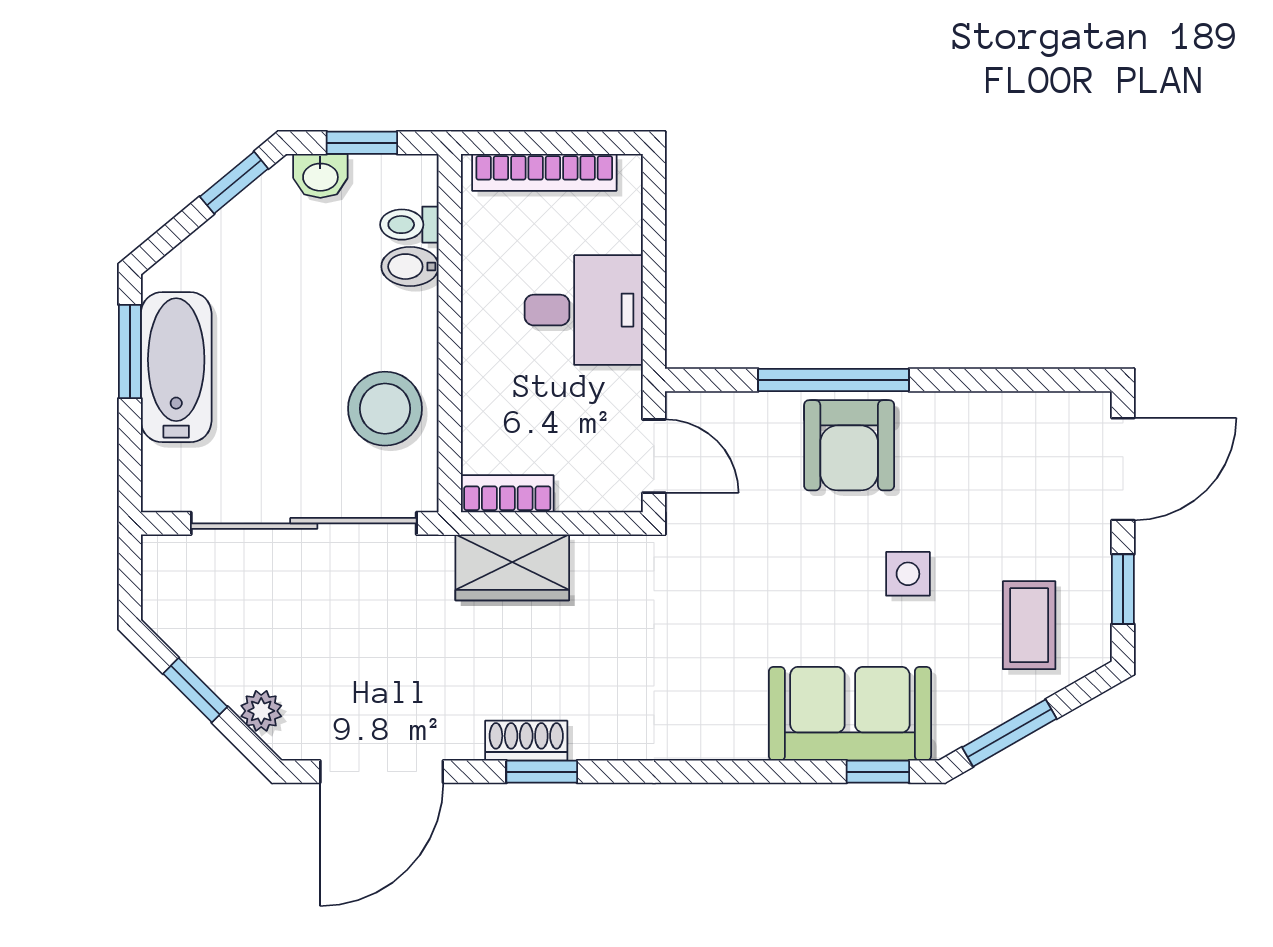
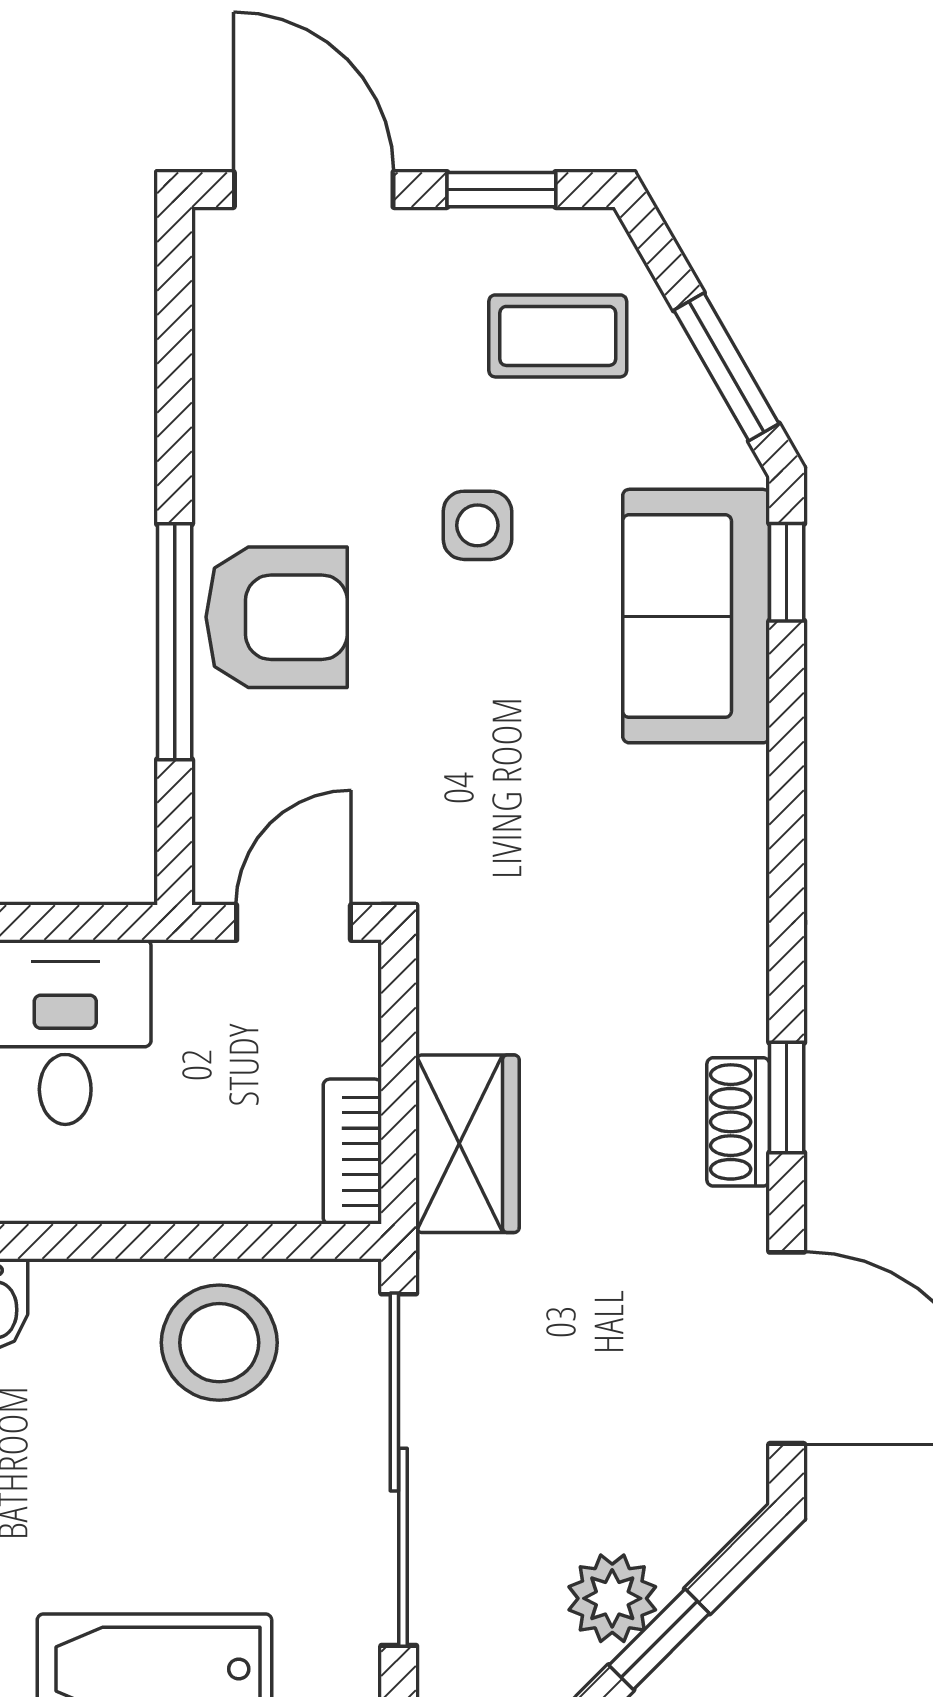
plant: (261, 711) -> (612, 1598), moved, width x1.38, depth x1.38

